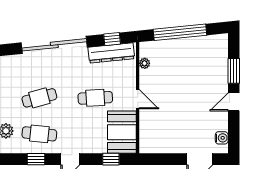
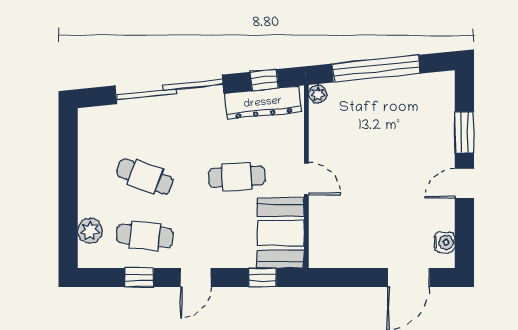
plant: (145, 63) -> (318, 94), moved
cafe table: (39, 98) -> (145, 177), turned 36

